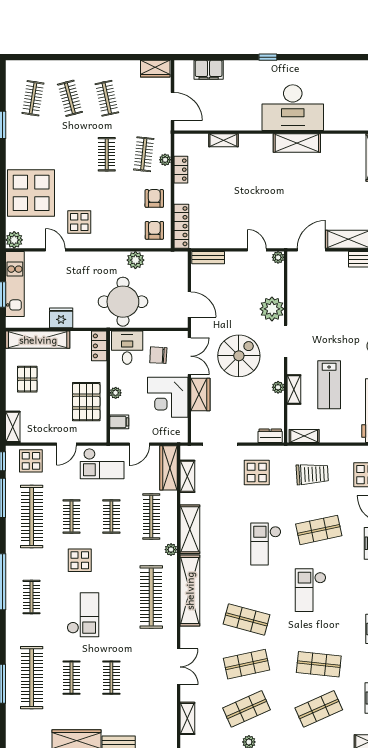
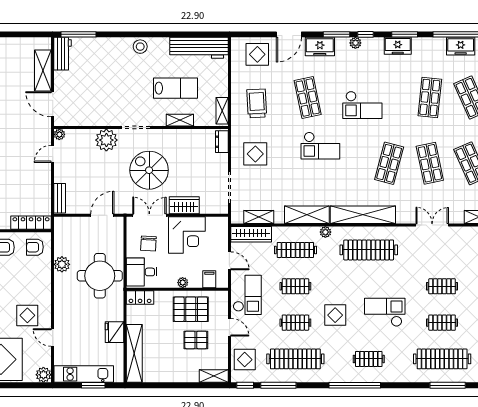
door: (55, 250) -> (53, 337), hinge flipped
pallet: (27, 379) -> (196, 340), moved
plant: (278, 387) -> (178, 135), removed

